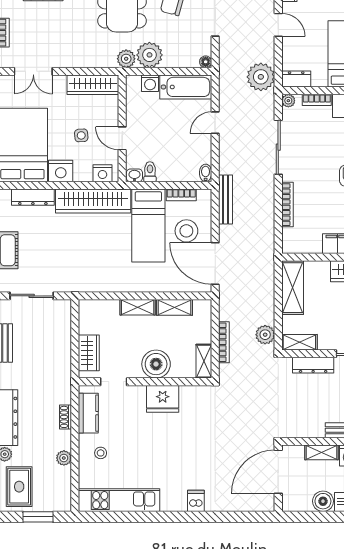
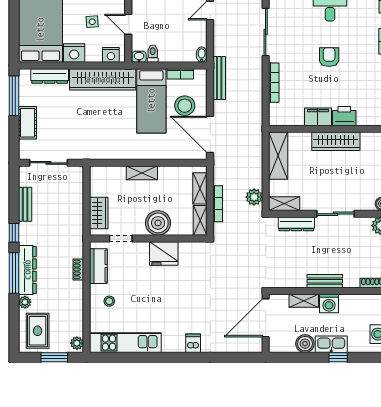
shelving: (174, 307) -> (200, 188), moved, turned 90
plant: (64, 458) -> (77, 343), moved

